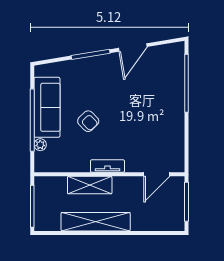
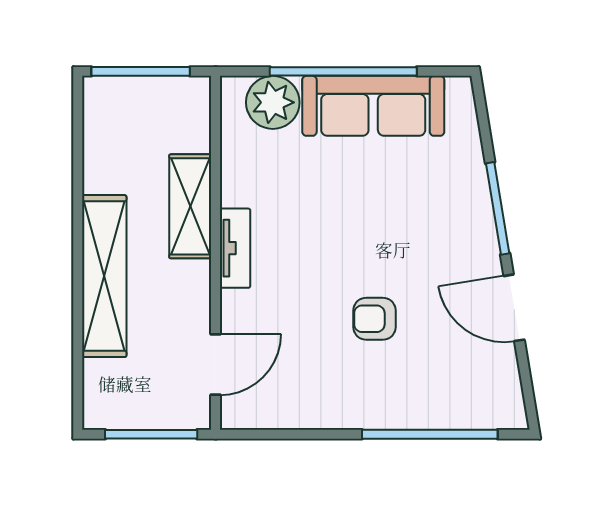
armchair: (88, 121) -> (374, 319), moved, turned 44
plant: (40, 145) -> (273, 102), width x1.87, depth x1.87
door: (157, 174) -> (216, 365), swing flipped
shelving: (96, 222) -> (104, 276), moved

